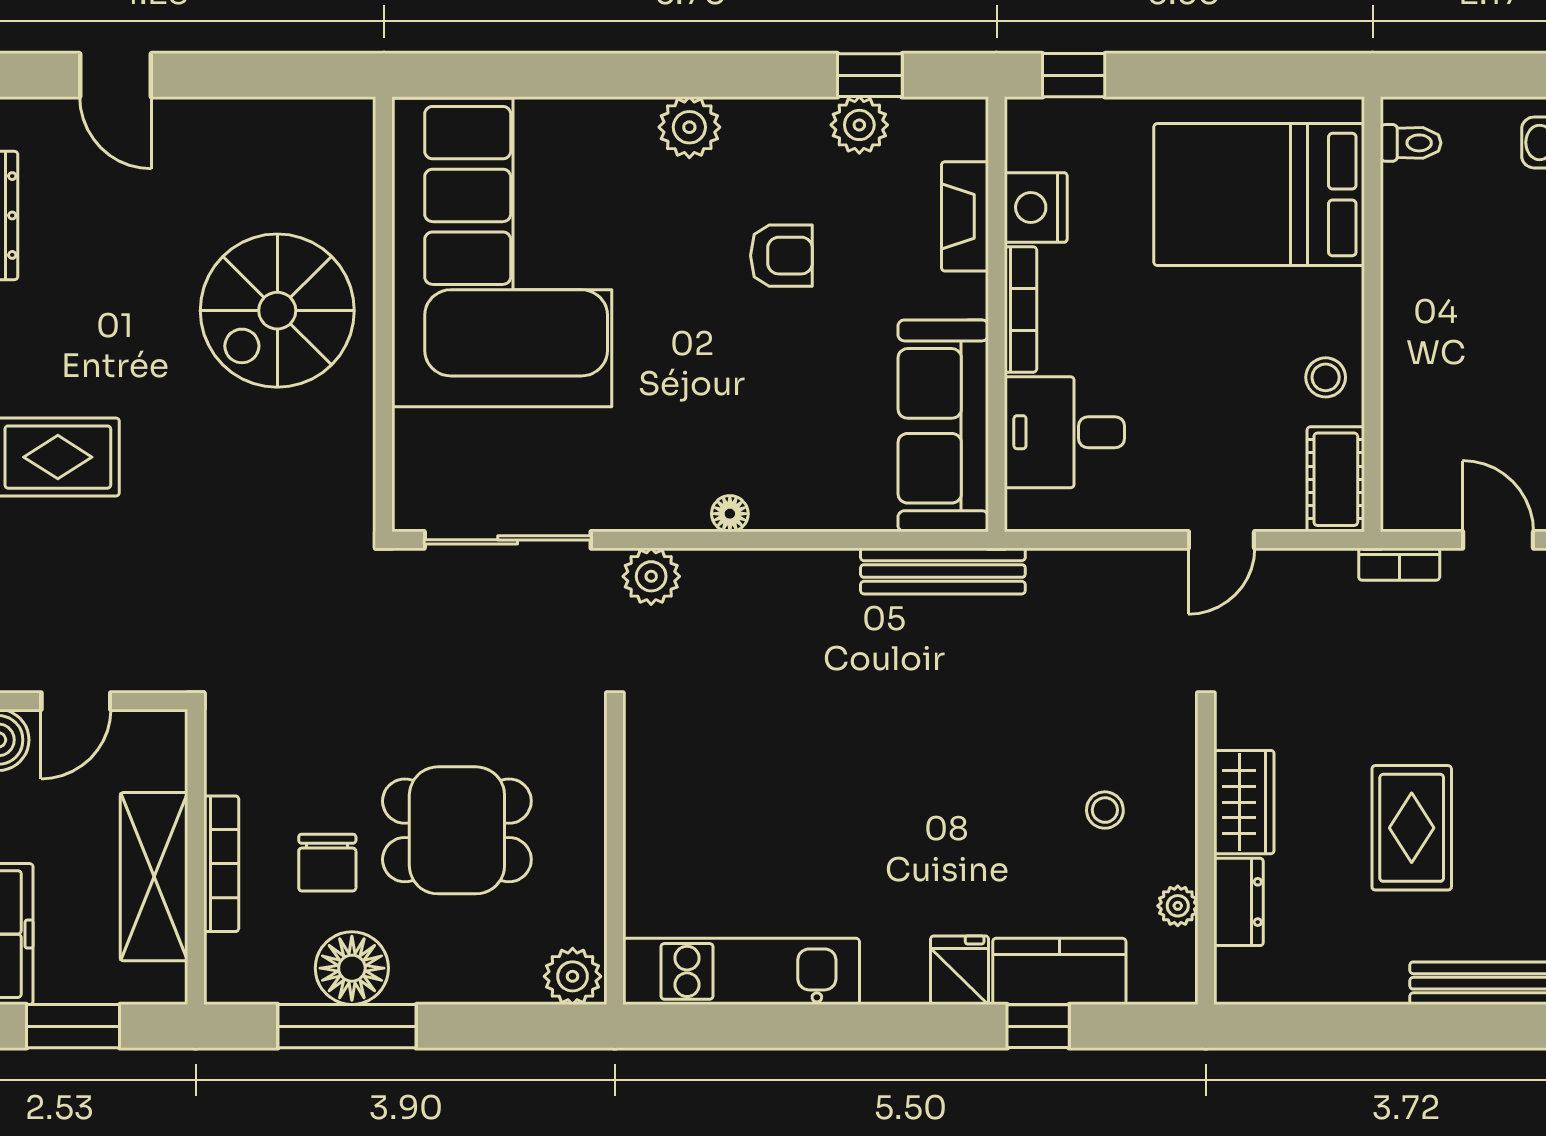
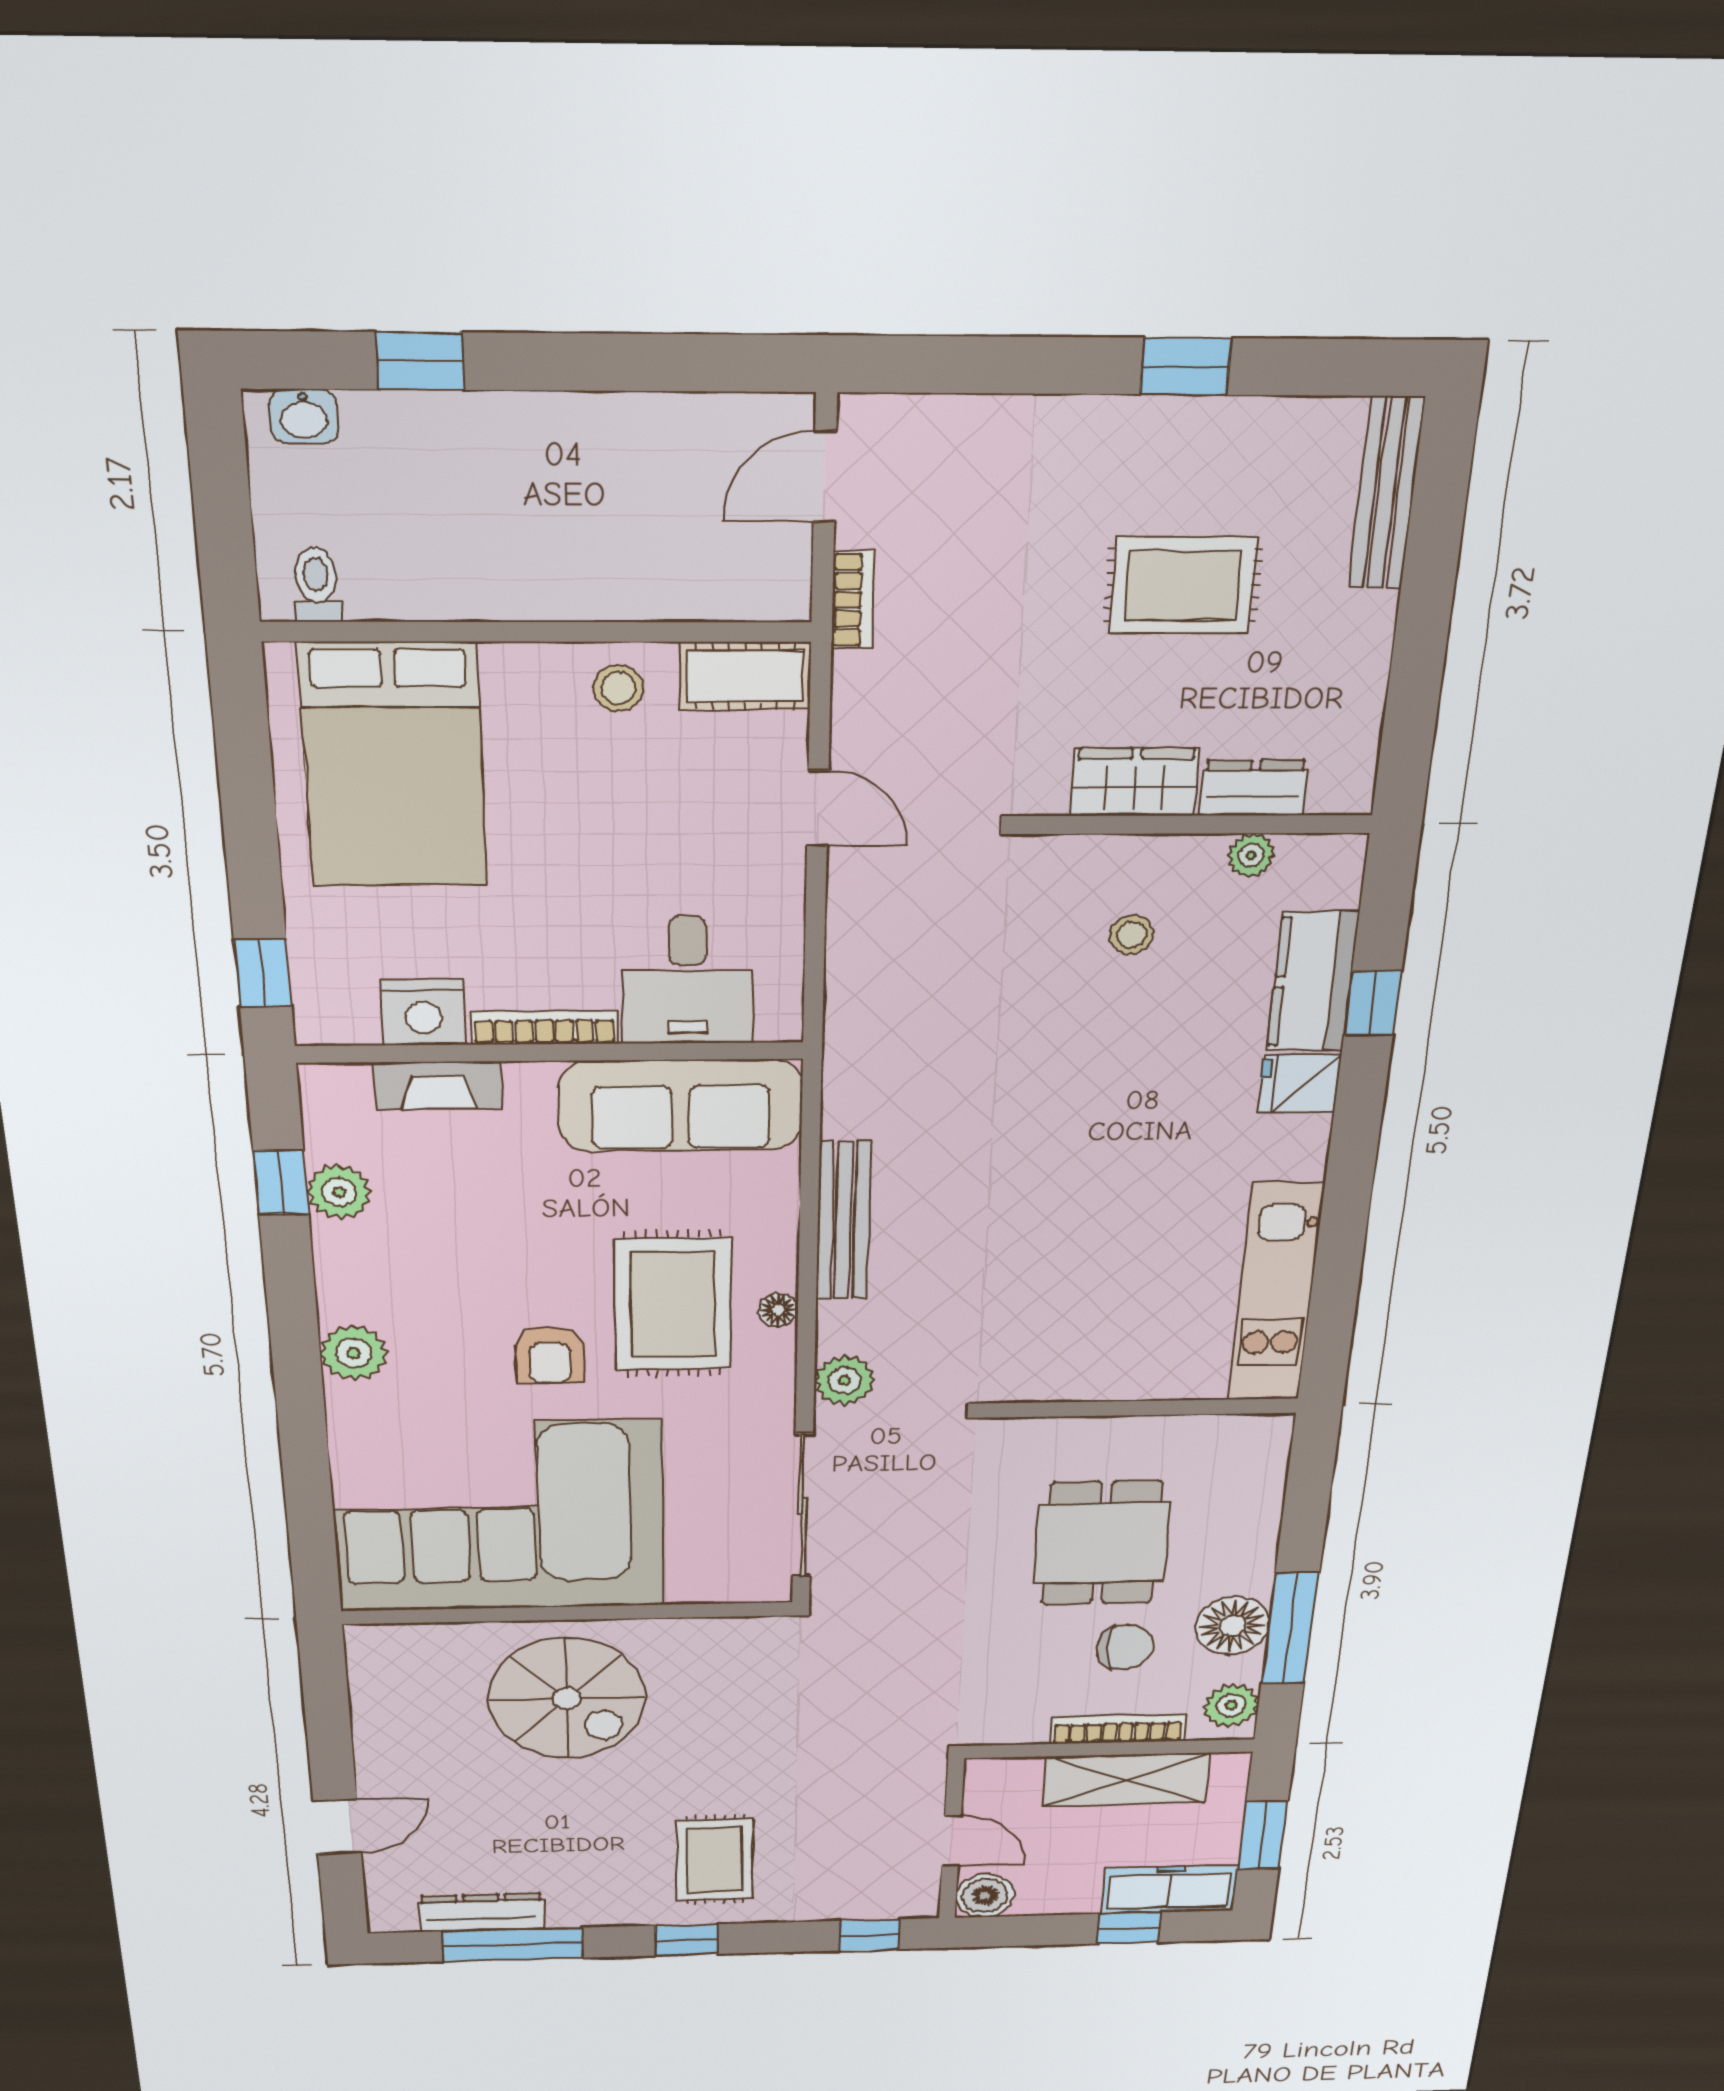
armchair: (781, 256) -> (549, 1355), moved, turned 180
rug: (737, 418) -> (673, 1304), added
bench: (943, 571) -> (843, 1221), moved
plant: (573, 976) -> (1231, 1705), moved

